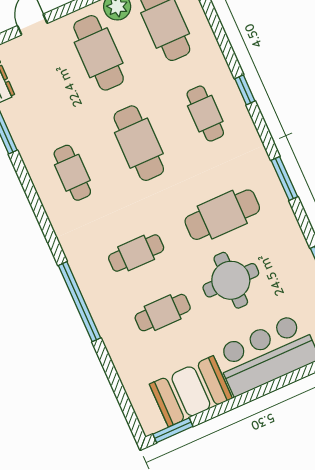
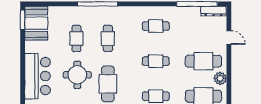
cafe table: (139, 143) -> (156, 61), width x0.73, depth x0.74
booth: (191, 391) -> (36, 23), moved

